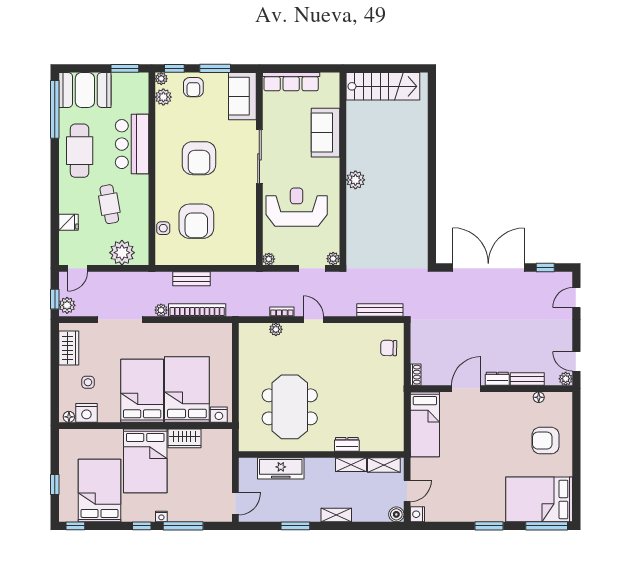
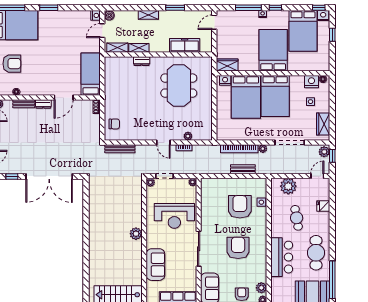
wardrobe: (184, 438) -> (227, 65), moved
nightstand: (69, 514) -> (323, 16), added

